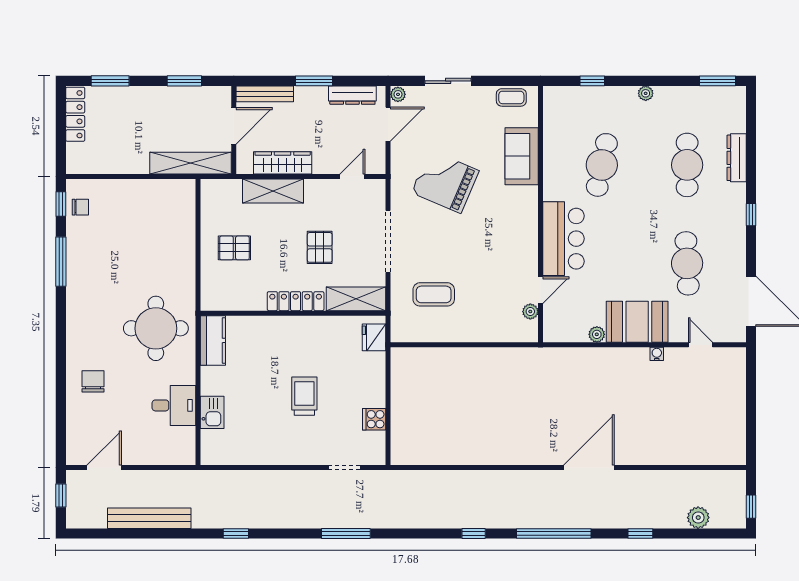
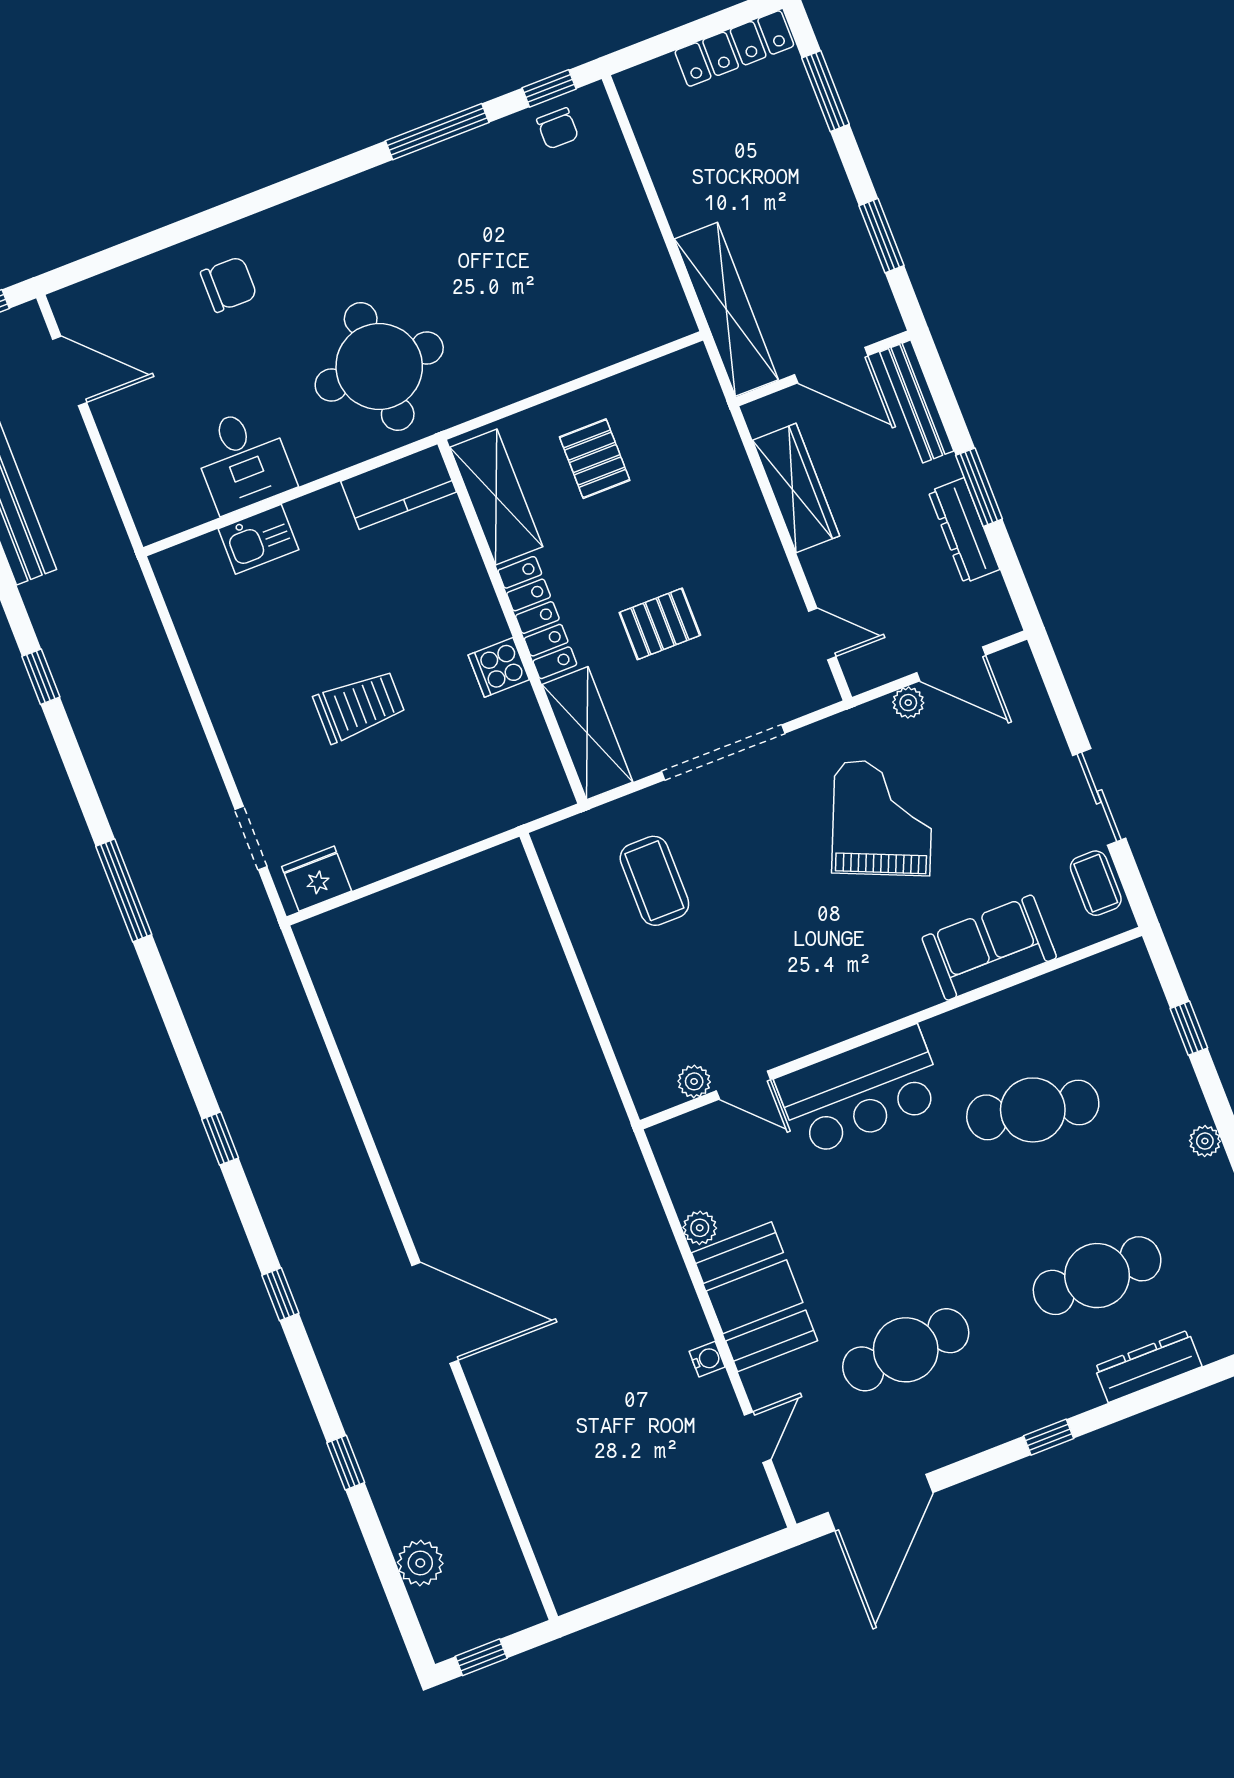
sliding door: (448, 81) -> (1099, 797), moved
plant: (398, 94) -> (908, 703), moved
dresser: (352, 95) -> (964, 531), moved
shelving: (273, 191) -> (496, 497), moved
fridge: (374, 337) -> (317, 879), moved
cooker: (374, 419) -> (499, 667), moved, turned -90
window: (554, 533) -> (280, 1294), width x0.32

